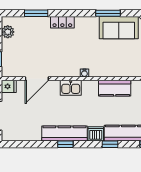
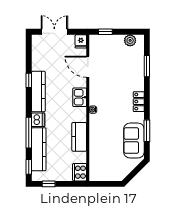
locker: (62, 22) -> (139, 102), moved
window: (65, 144) -> (29, 80), moved
window: (110, 144) -> (29, 133), width x2.17

